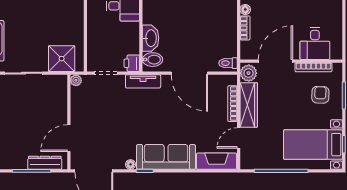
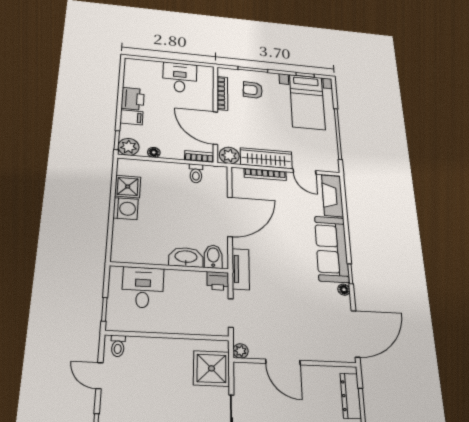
bookcase: (245, 28) -> (199, 156), moved
desk: (315, 44) -> (180, 78), moved, turned -90
toilet: (228, 63) -> (196, 173), moved
door: (69, 138) -> (283, 362), moved

